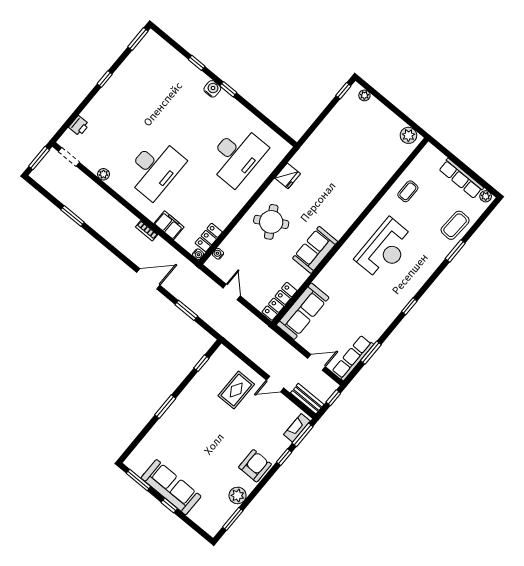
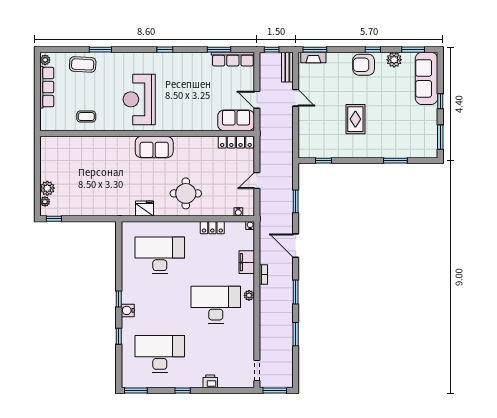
desk: (152, 85) -> (160, 354), added
printer: (79, 126) -> (210, 381), moved
plant: (408, 135) -> (47, 188), moved
plant: (104, 174) -> (249, 295), moved
round table: (271, 222) -> (186, 193), turned 30
locker: (209, 237) -> (212, 228), moved
window: (109, 246) -> (296, 292), added
reception desk: (385, 249) -> (139, 99), turned -90
sofa: (315, 250) -> (154, 147), moved
sofa: (303, 311) -> (236, 120), width x0.73
door: (317, 362) -> (257, 100), moved
rug: (236, 390) -> (355, 119), moved, turned 90
window: (165, 407) -> (395, 161), moved
window: (284, 457) -> (373, 50), moved
sofa: (171, 487) -> (426, 78), moved

